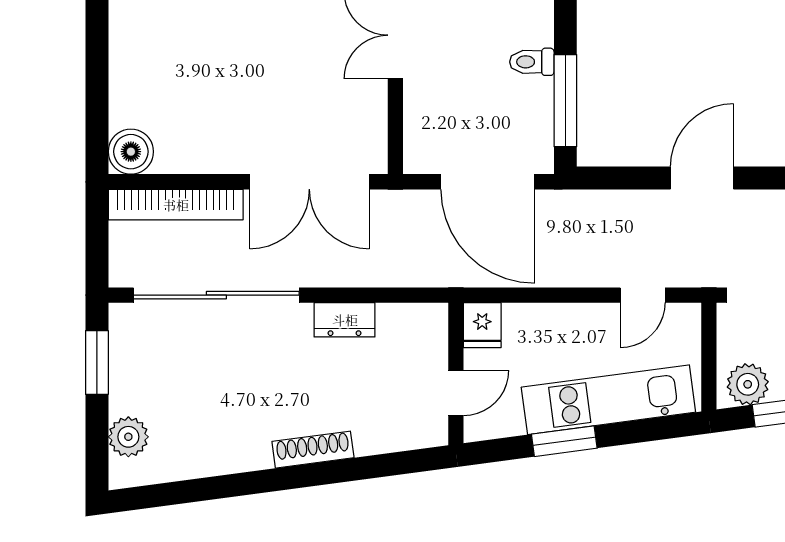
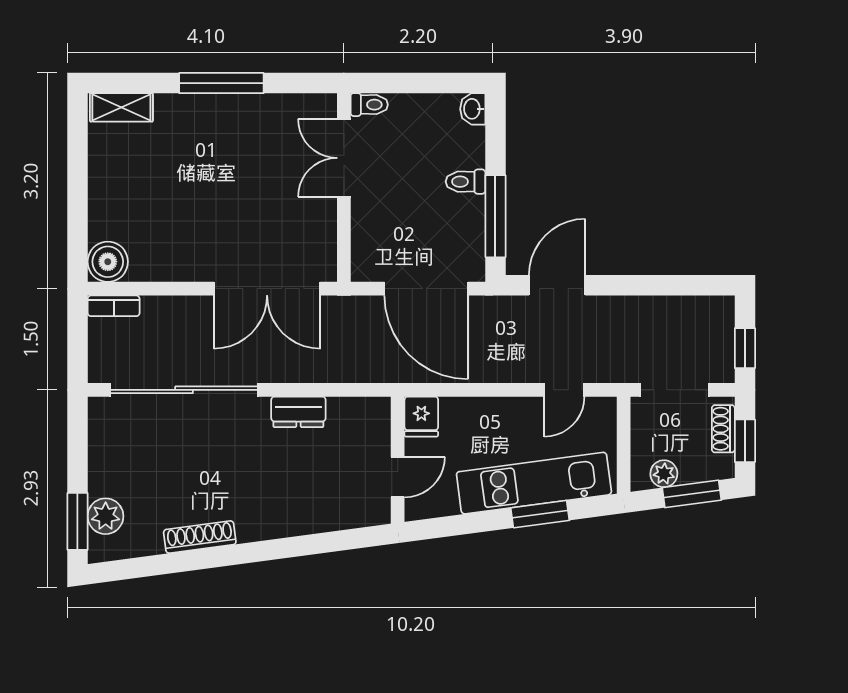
door: (702, 178) -> (557, 285), moved
bookcase: (176, 205) -> (114, 306), width x0.43, depth x0.76
window: (97, 362) -> (77, 521), moved
plant: (748, 384) -> (664, 474), width x0.73, depth x0.73
window: (564, 441) -> (540, 514), moved
shoe rack: (313, 450) -> (200, 537), moved

